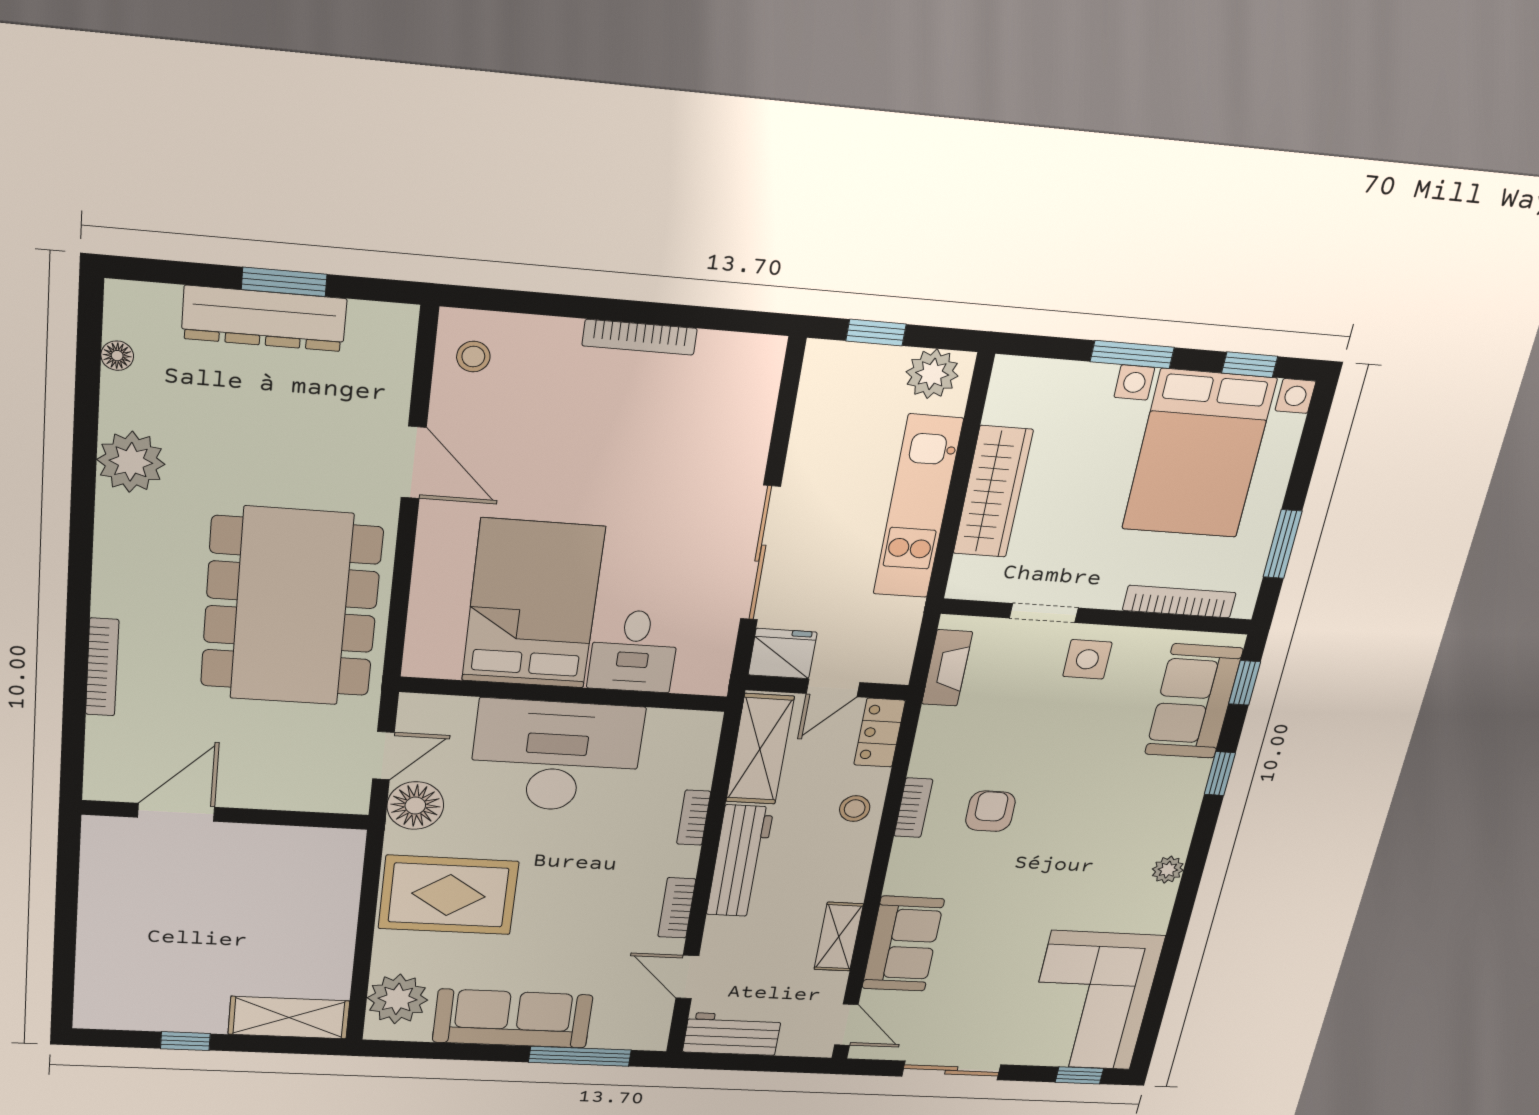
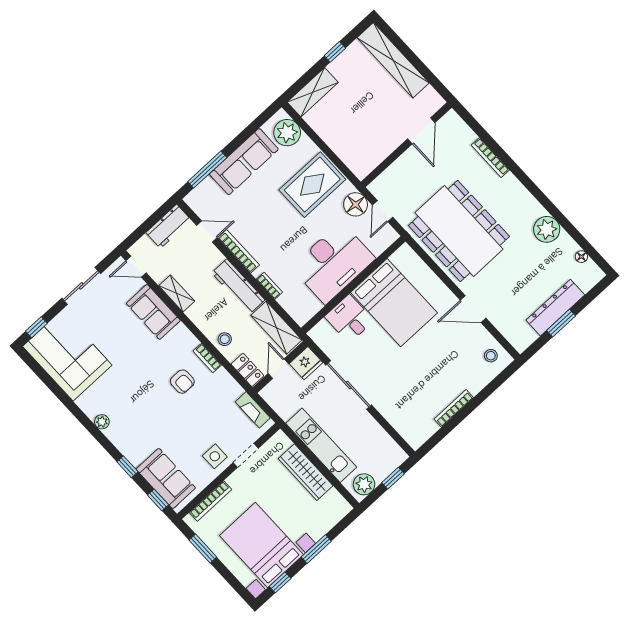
bookcase: (677, 908) -> (239, 251), width x1.56
shelving: (103, 951) -> (393, 60), added

